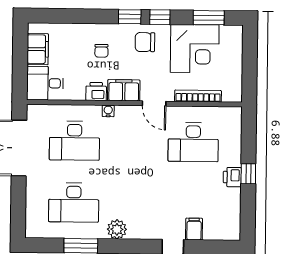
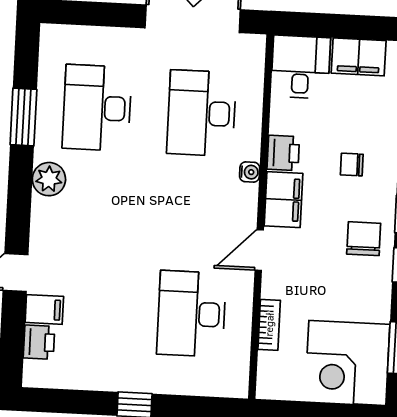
corner desk: (195, 49) -> (347, 363), moved
bookcase: (198, 96) -> (269, 325), width x0.64
printer: (232, 177) -> (39, 342), moved, turned 90

